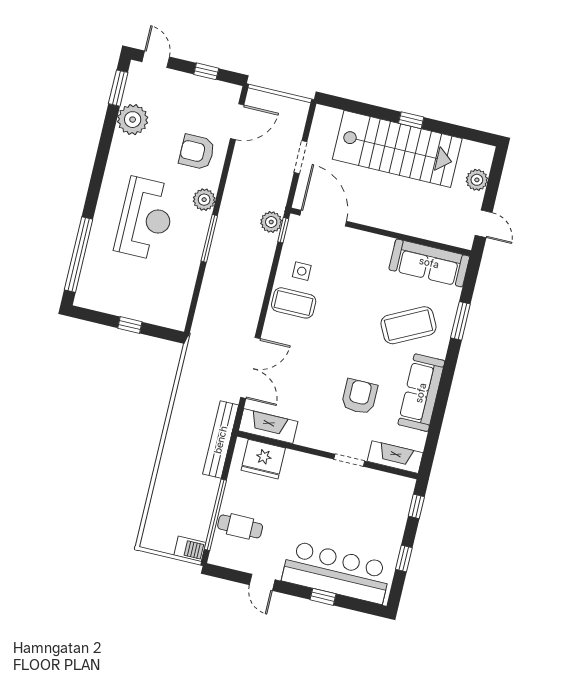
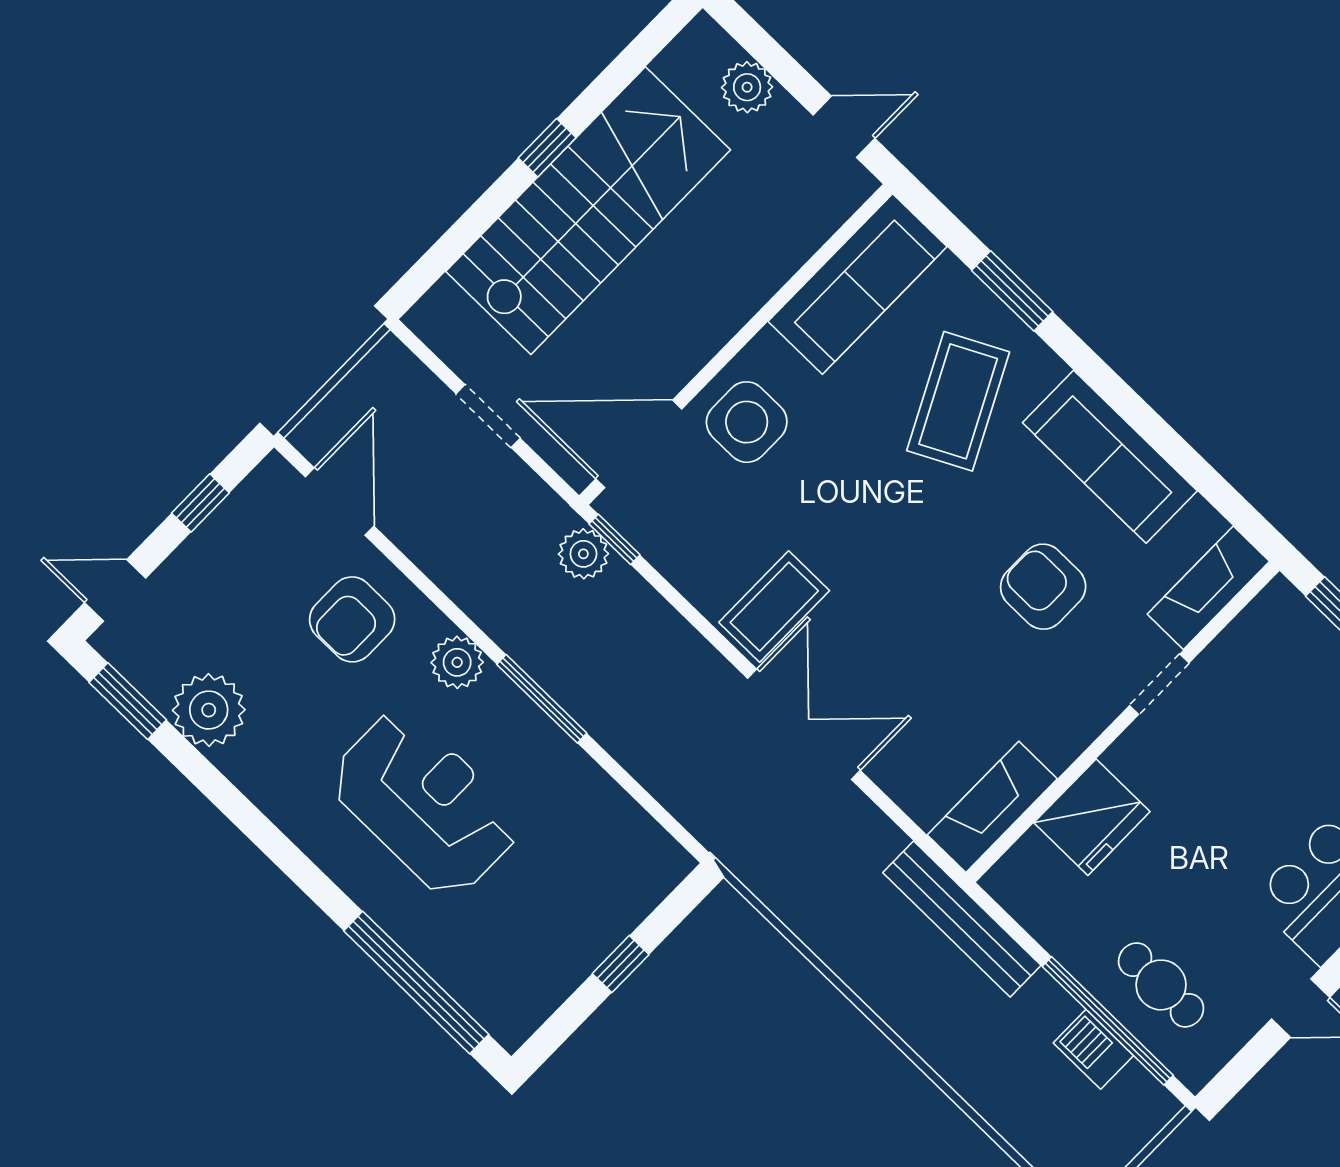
side table: (302, 271) -> (747, 422), moved, width x1.87, depth x1.87
double door: (250, 368) -> (804, 724), moved
fridge: (263, 459) -> (1092, 817), moved
cafe table: (240, 526) -> (1161, 985), turned 90
barbecue: (190, 549) -> (1093, 1049), moved, turned -90

